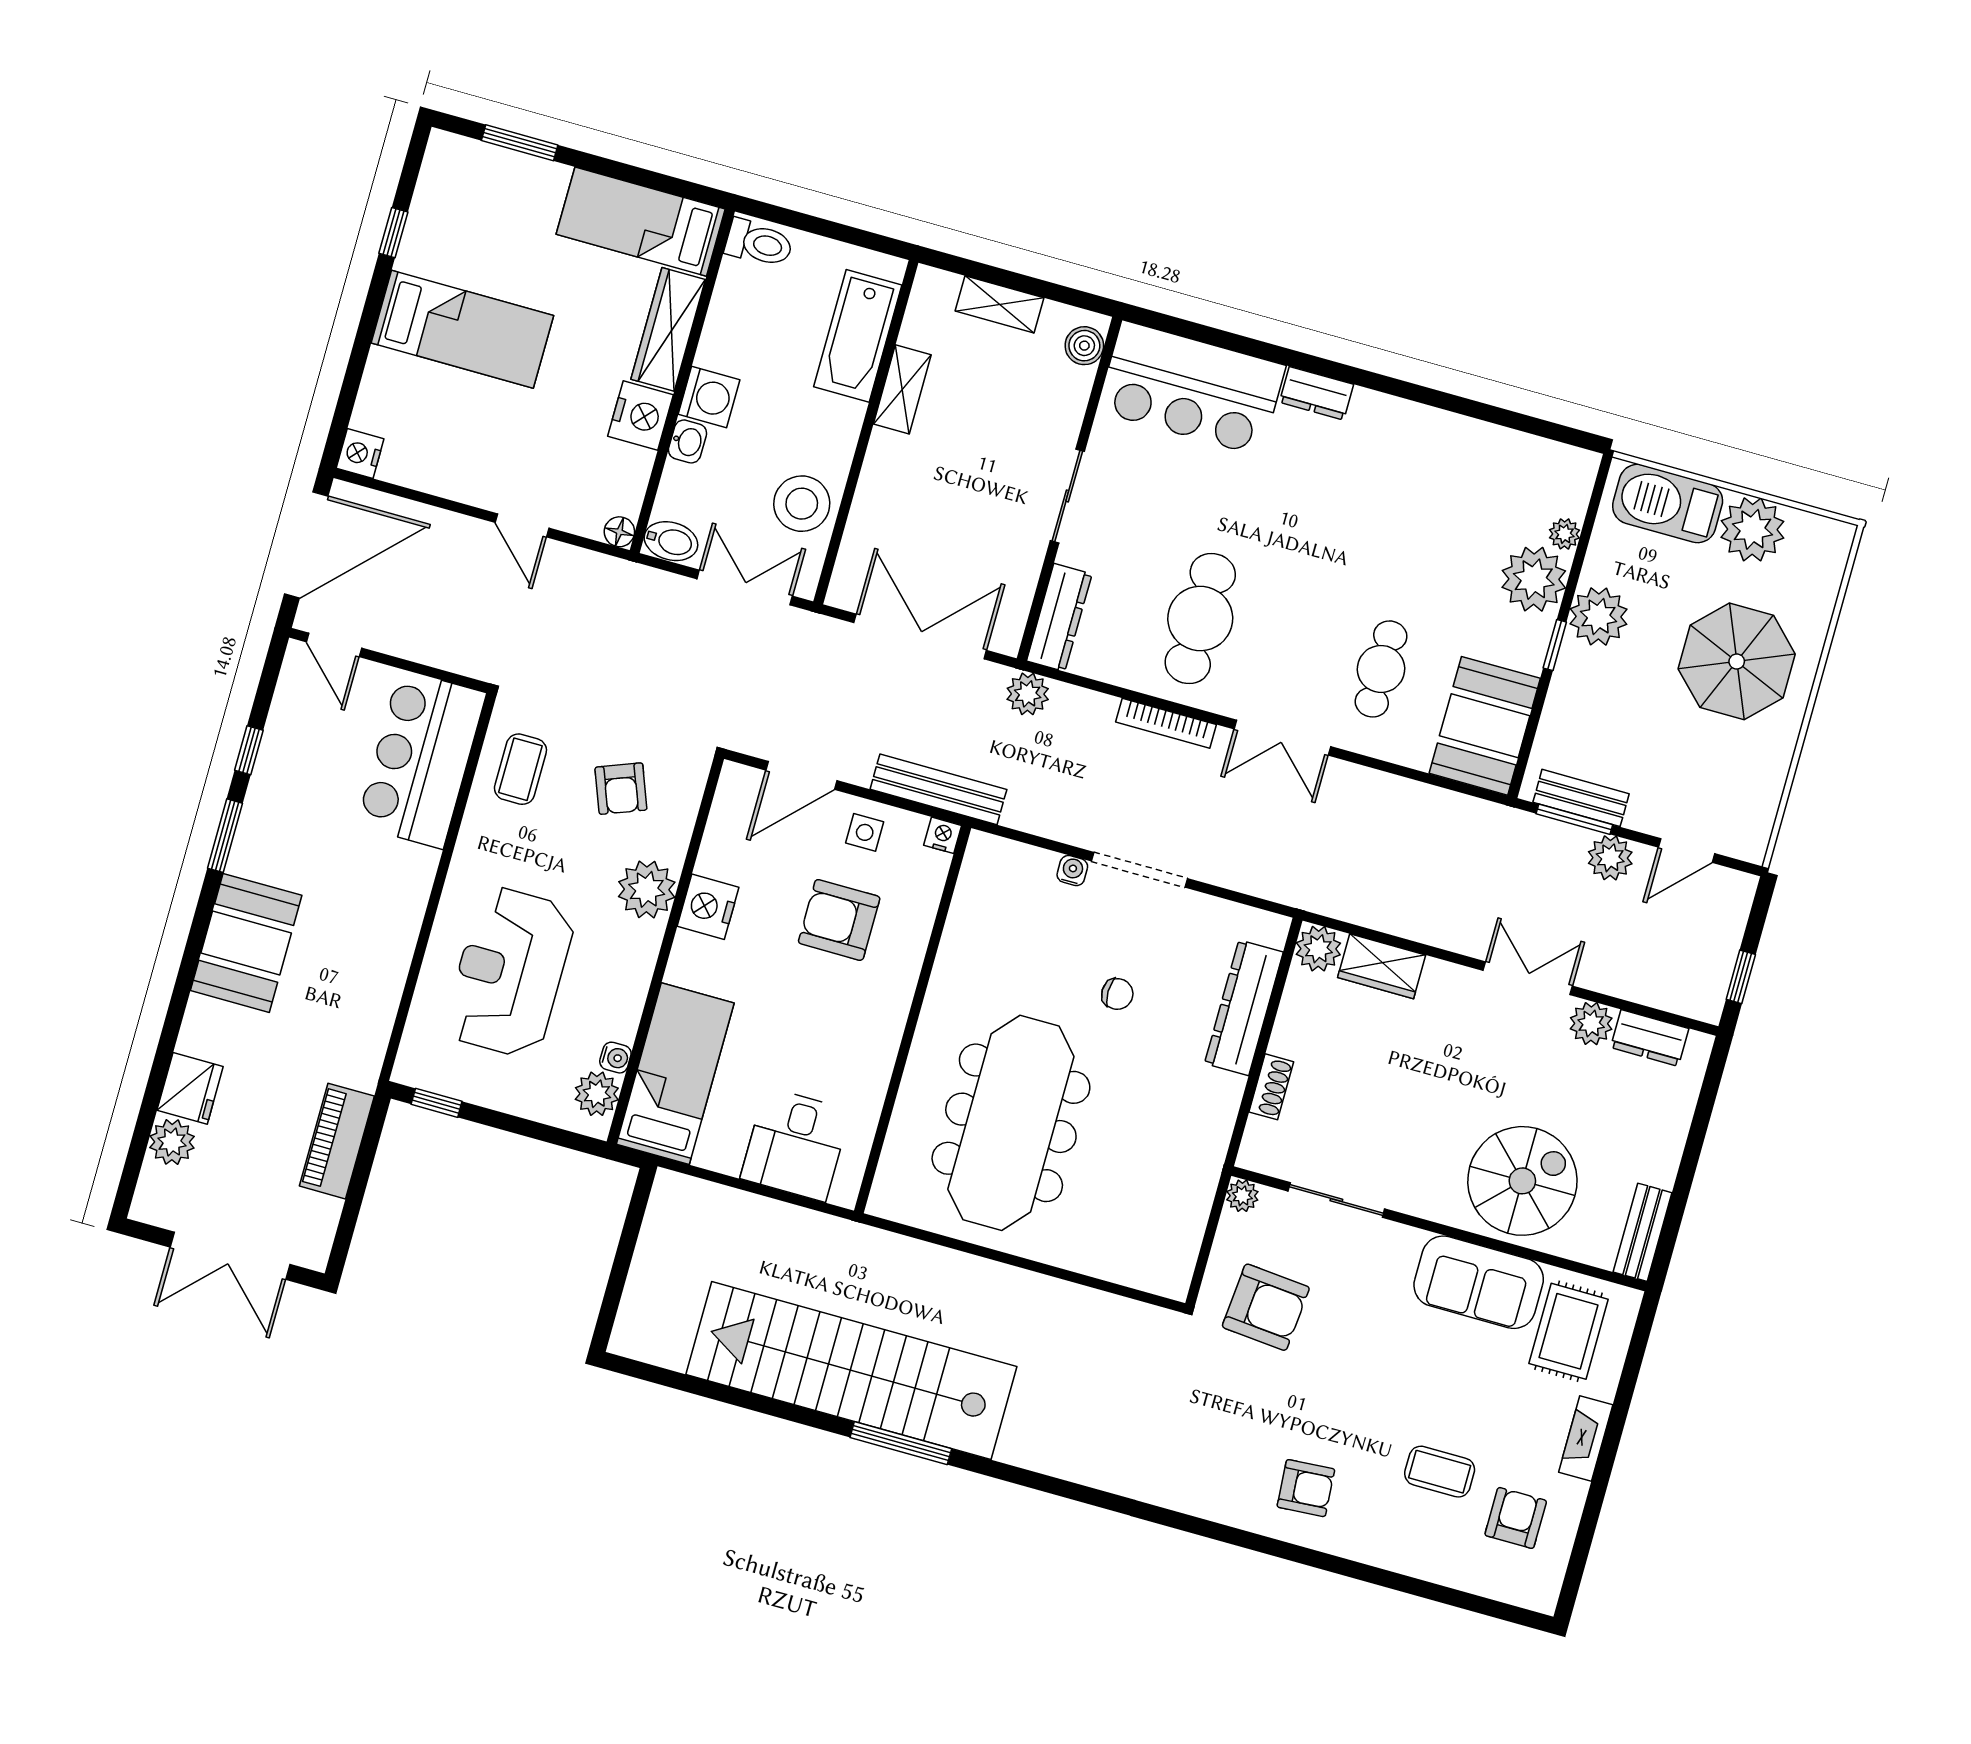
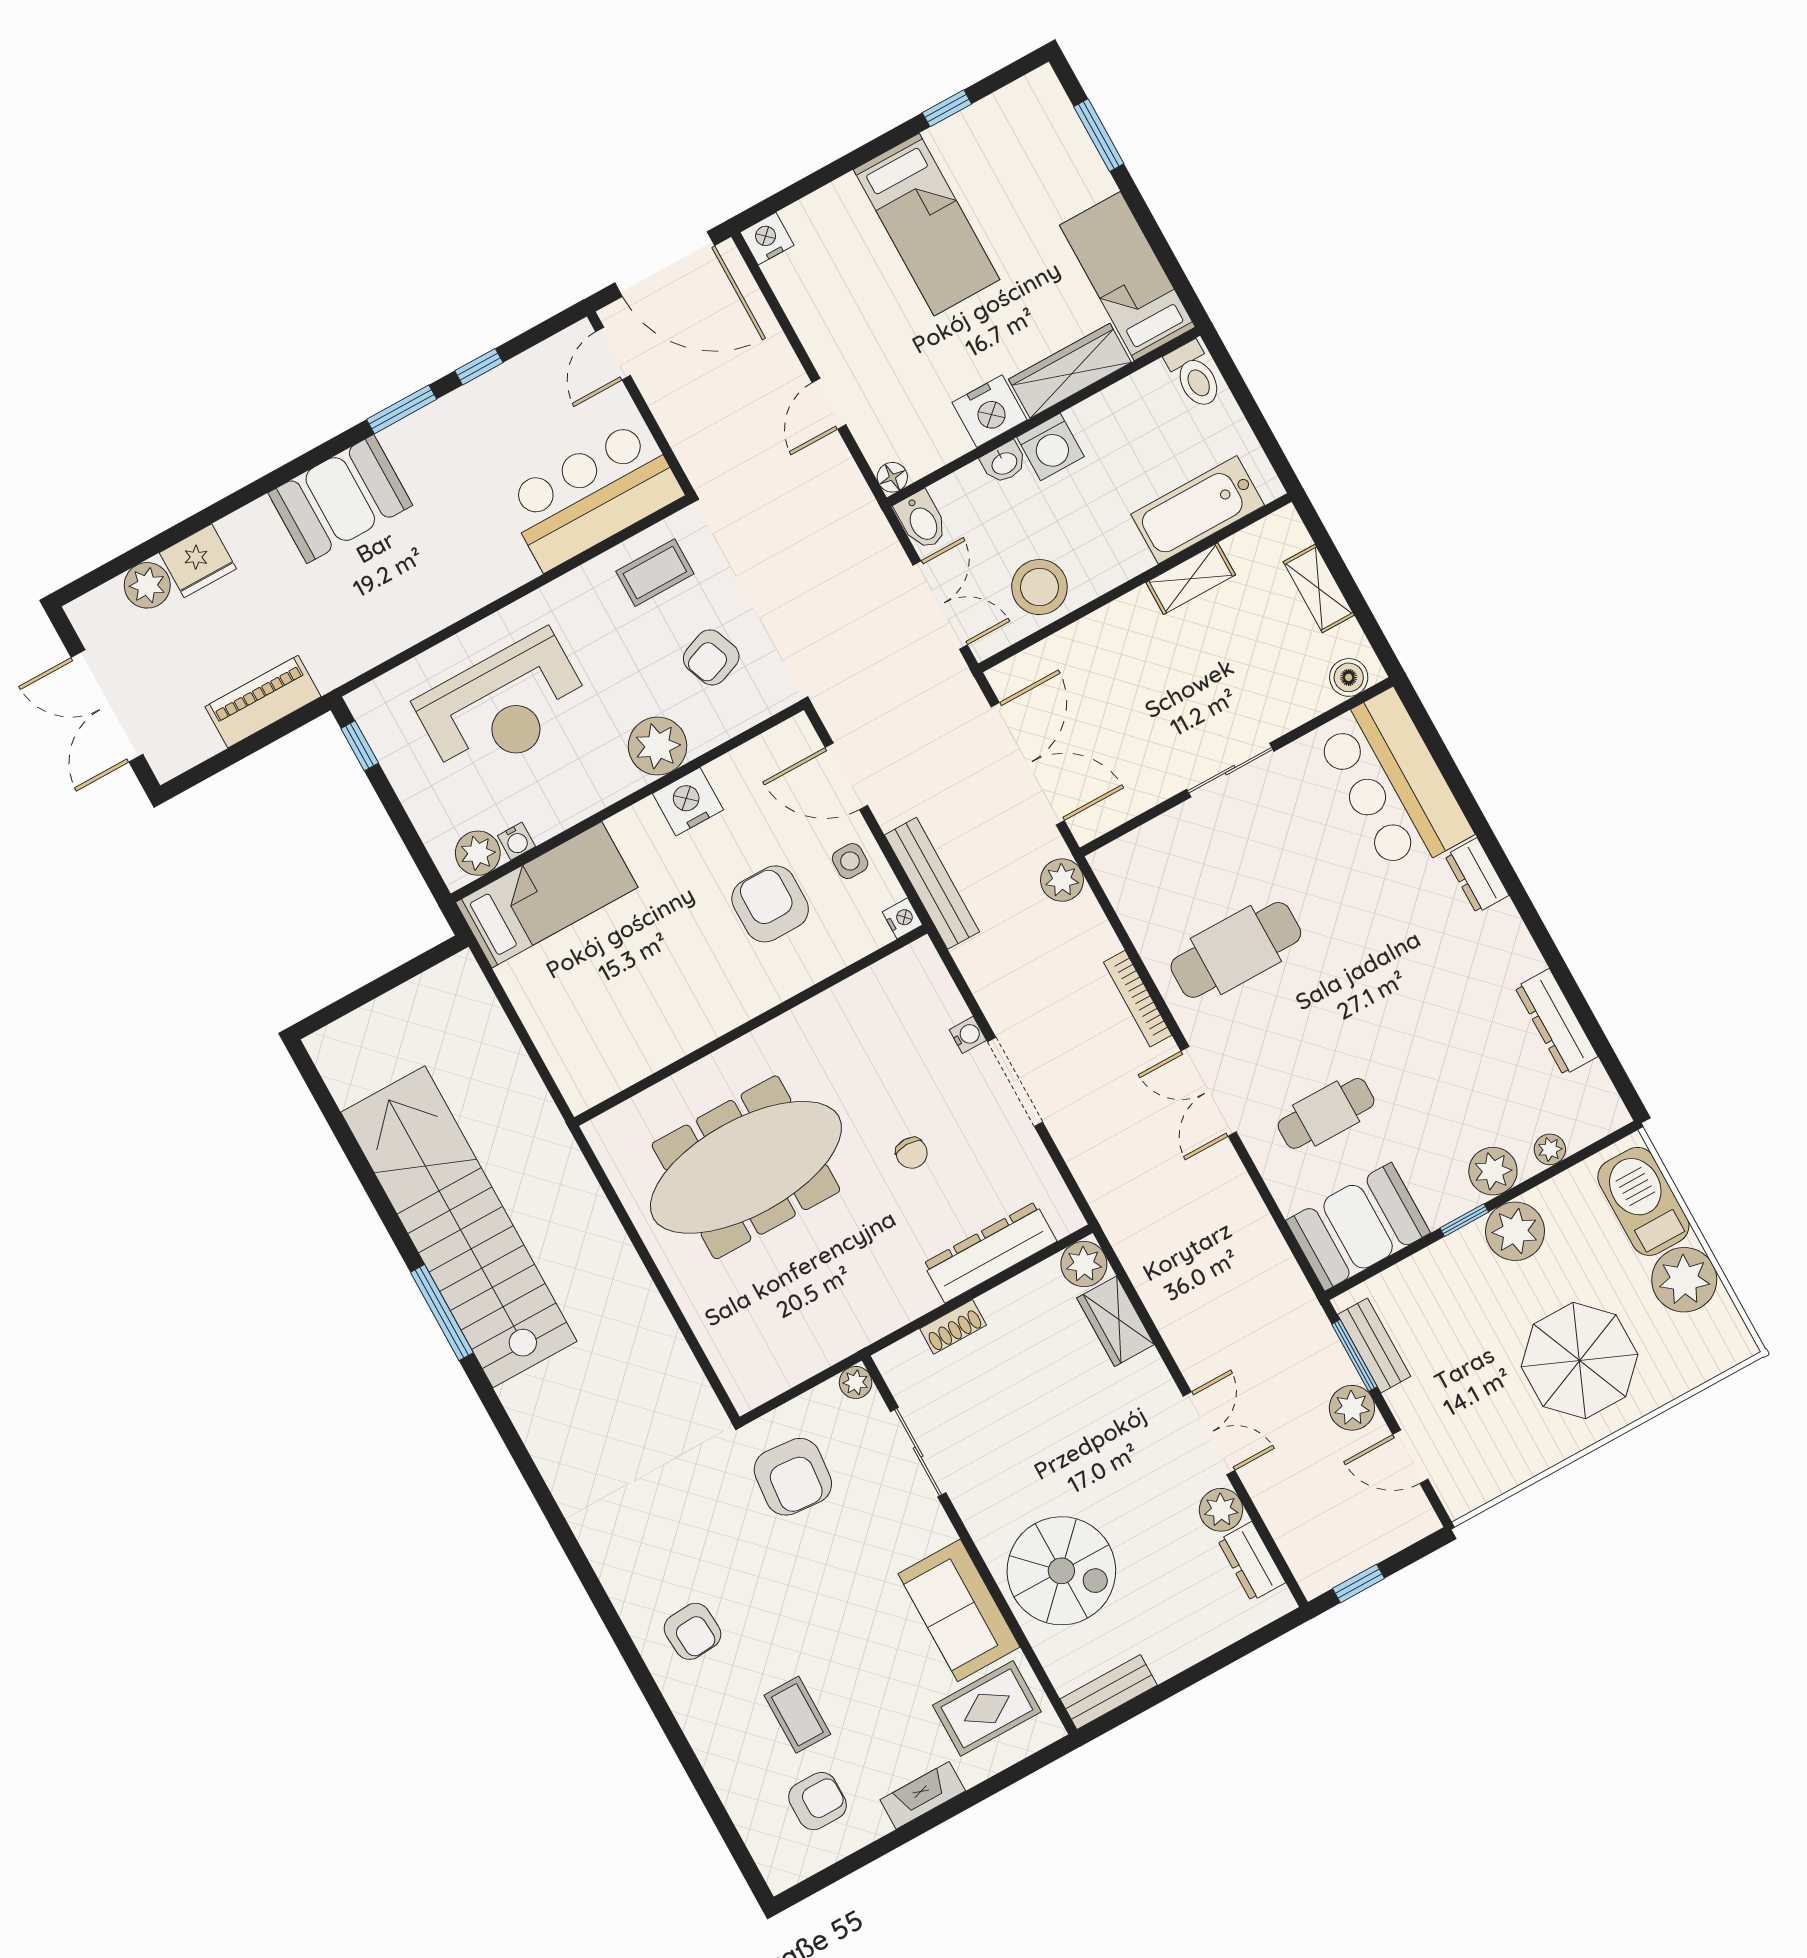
plant: (1534, 579) -> (1493, 1171), width x0.73, depth x0.73
dresser: (1059, 617) -> (1556, 1022), moved, turned 90
reception desk: (510, 972) -> (503, 707), turned 180
desk: (795, 1144) -> (580, 1029), removed

